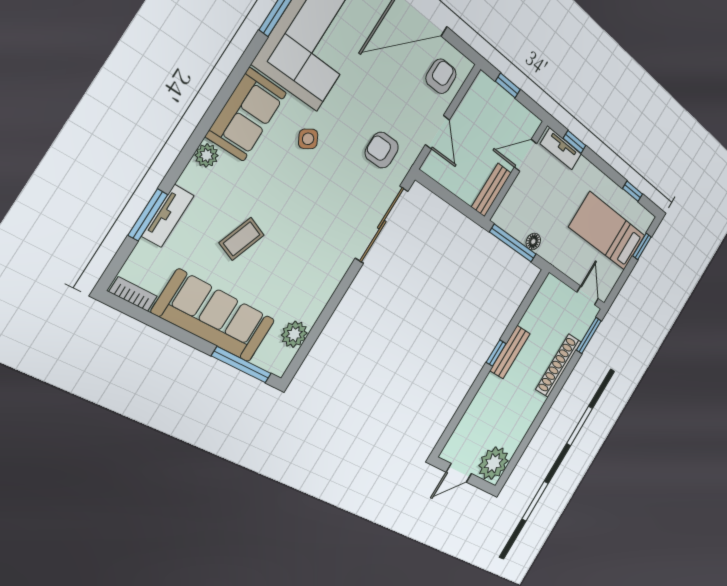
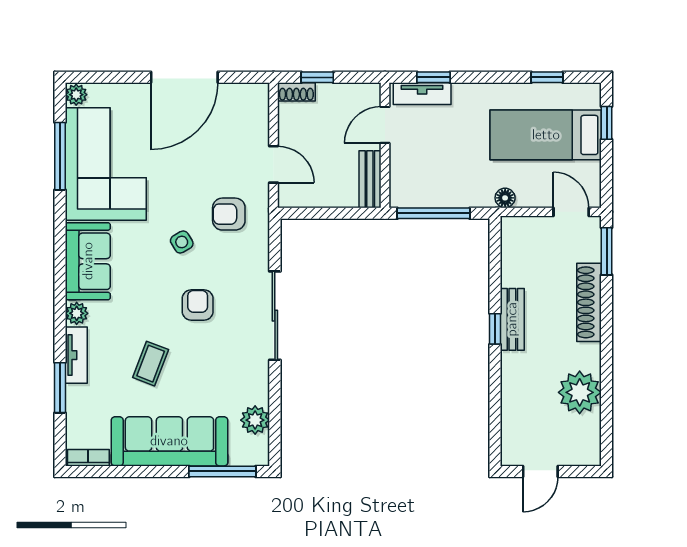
armchair: (441, 76) -> (198, 305), moved
shoe rack: (488, 86) -> (296, 92), added
side table: (308, 139) -> (182, 242), moved
tv unit: (168, 216) -> (76, 355), moved
sliding door: (382, 225) -> (275, 316), moved
floor lamp: (533, 242) -> (505, 198), moved
plant: (494, 463) -> (580, 392), moved

